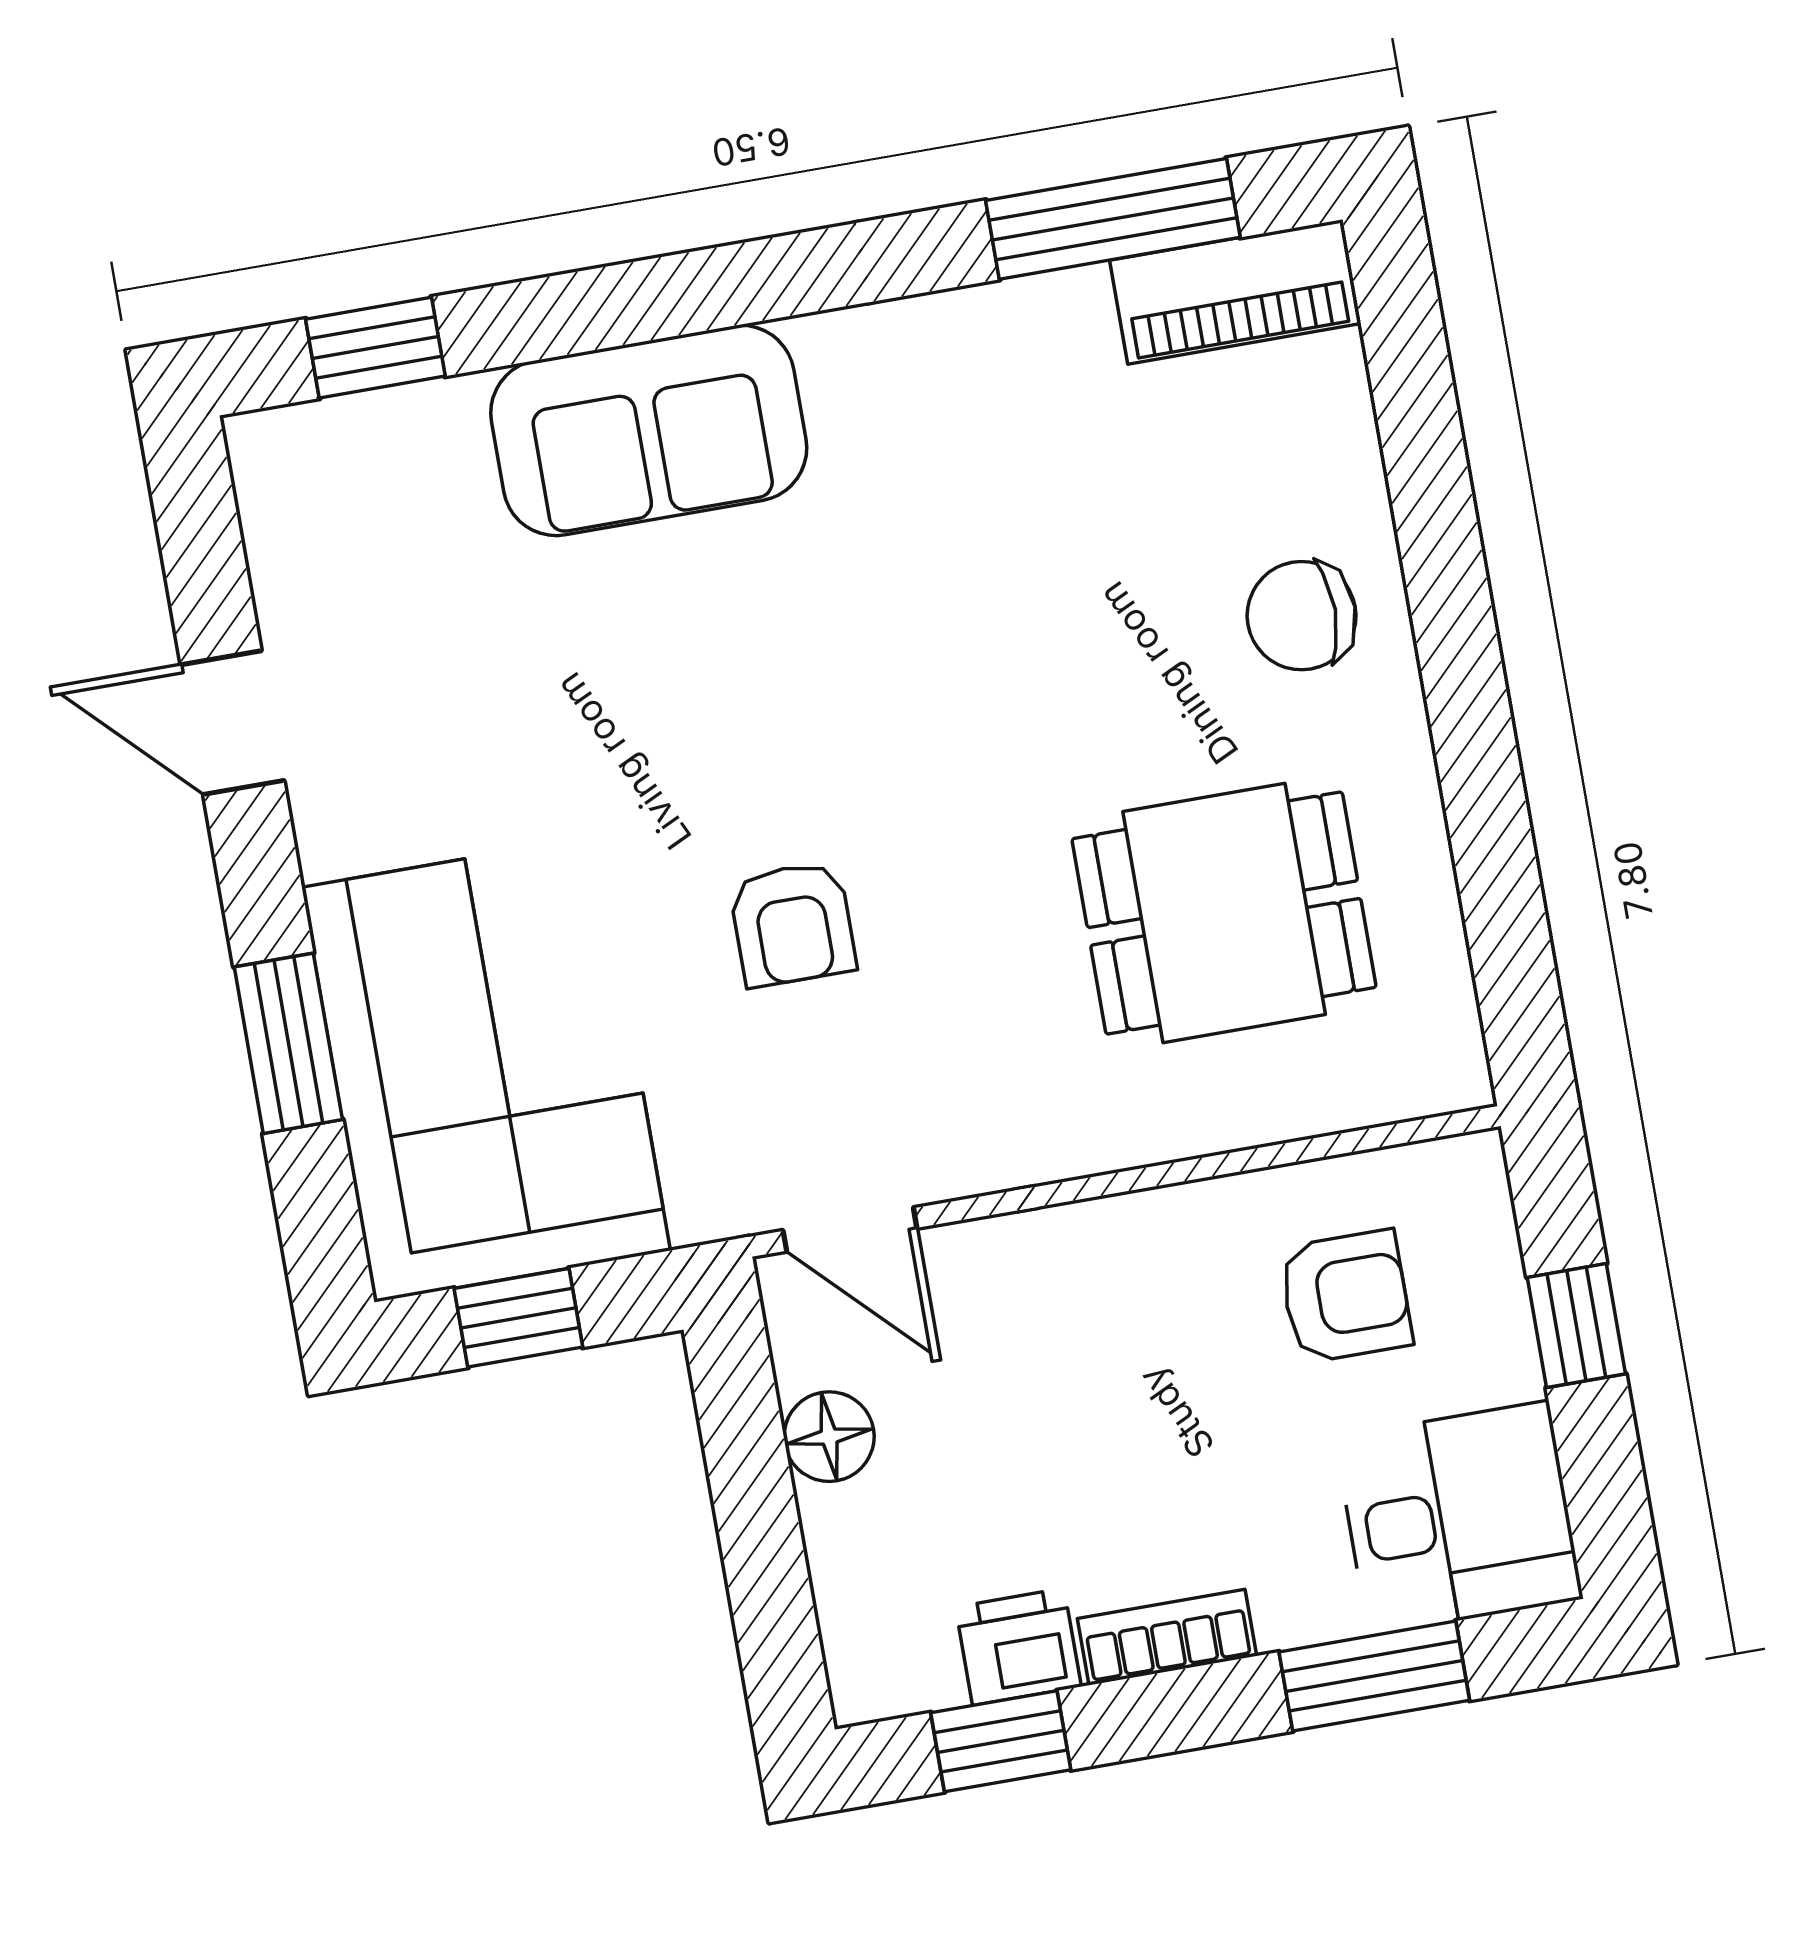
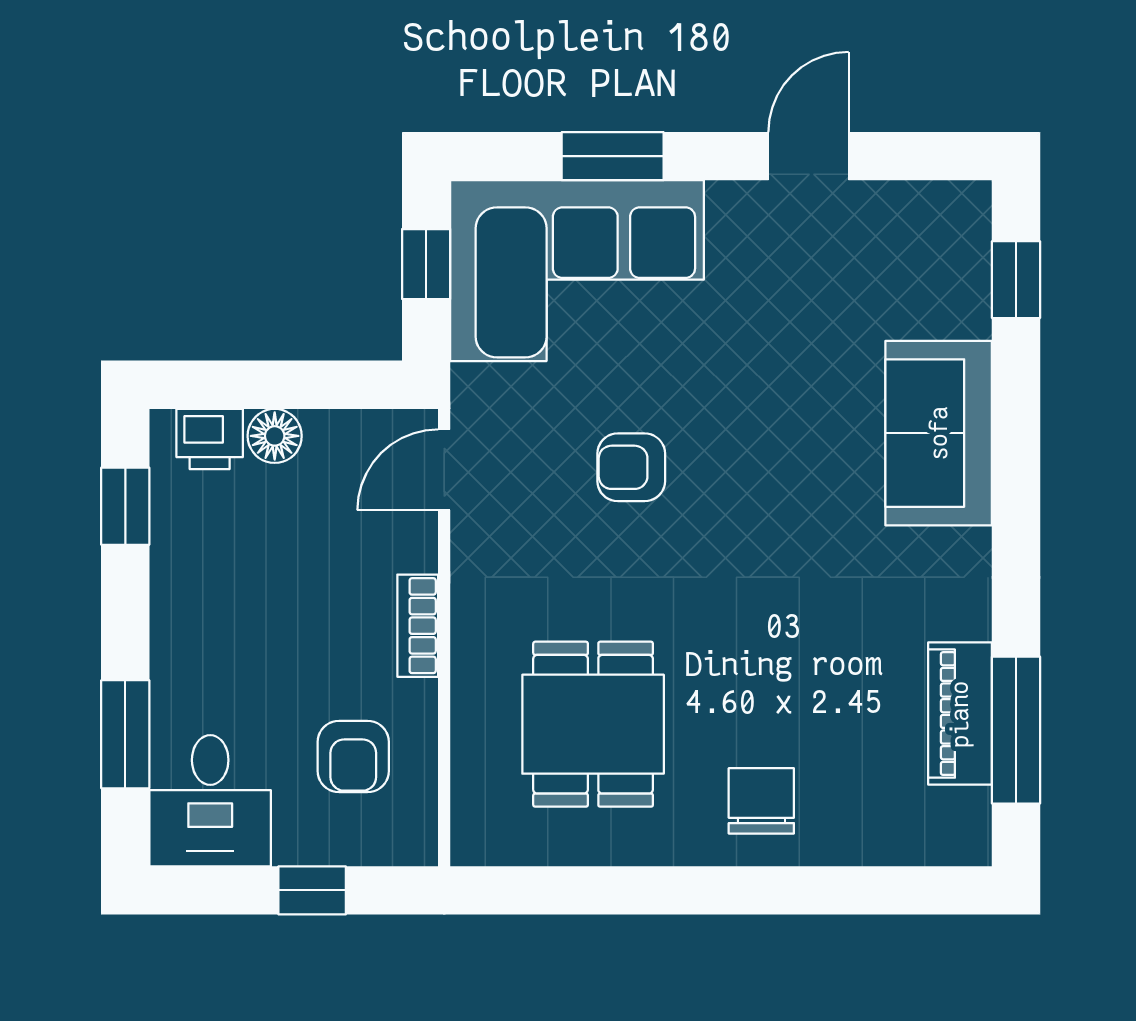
piano: (1235, 292) -> (960, 714), moved
floor lamp: (829, 1437) -> (275, 436), moved
bookcase: (1167, 1637) -> (418, 626), moved, turned 180
printer: (1018, 1647) -> (210, 439), moved, turned 90

